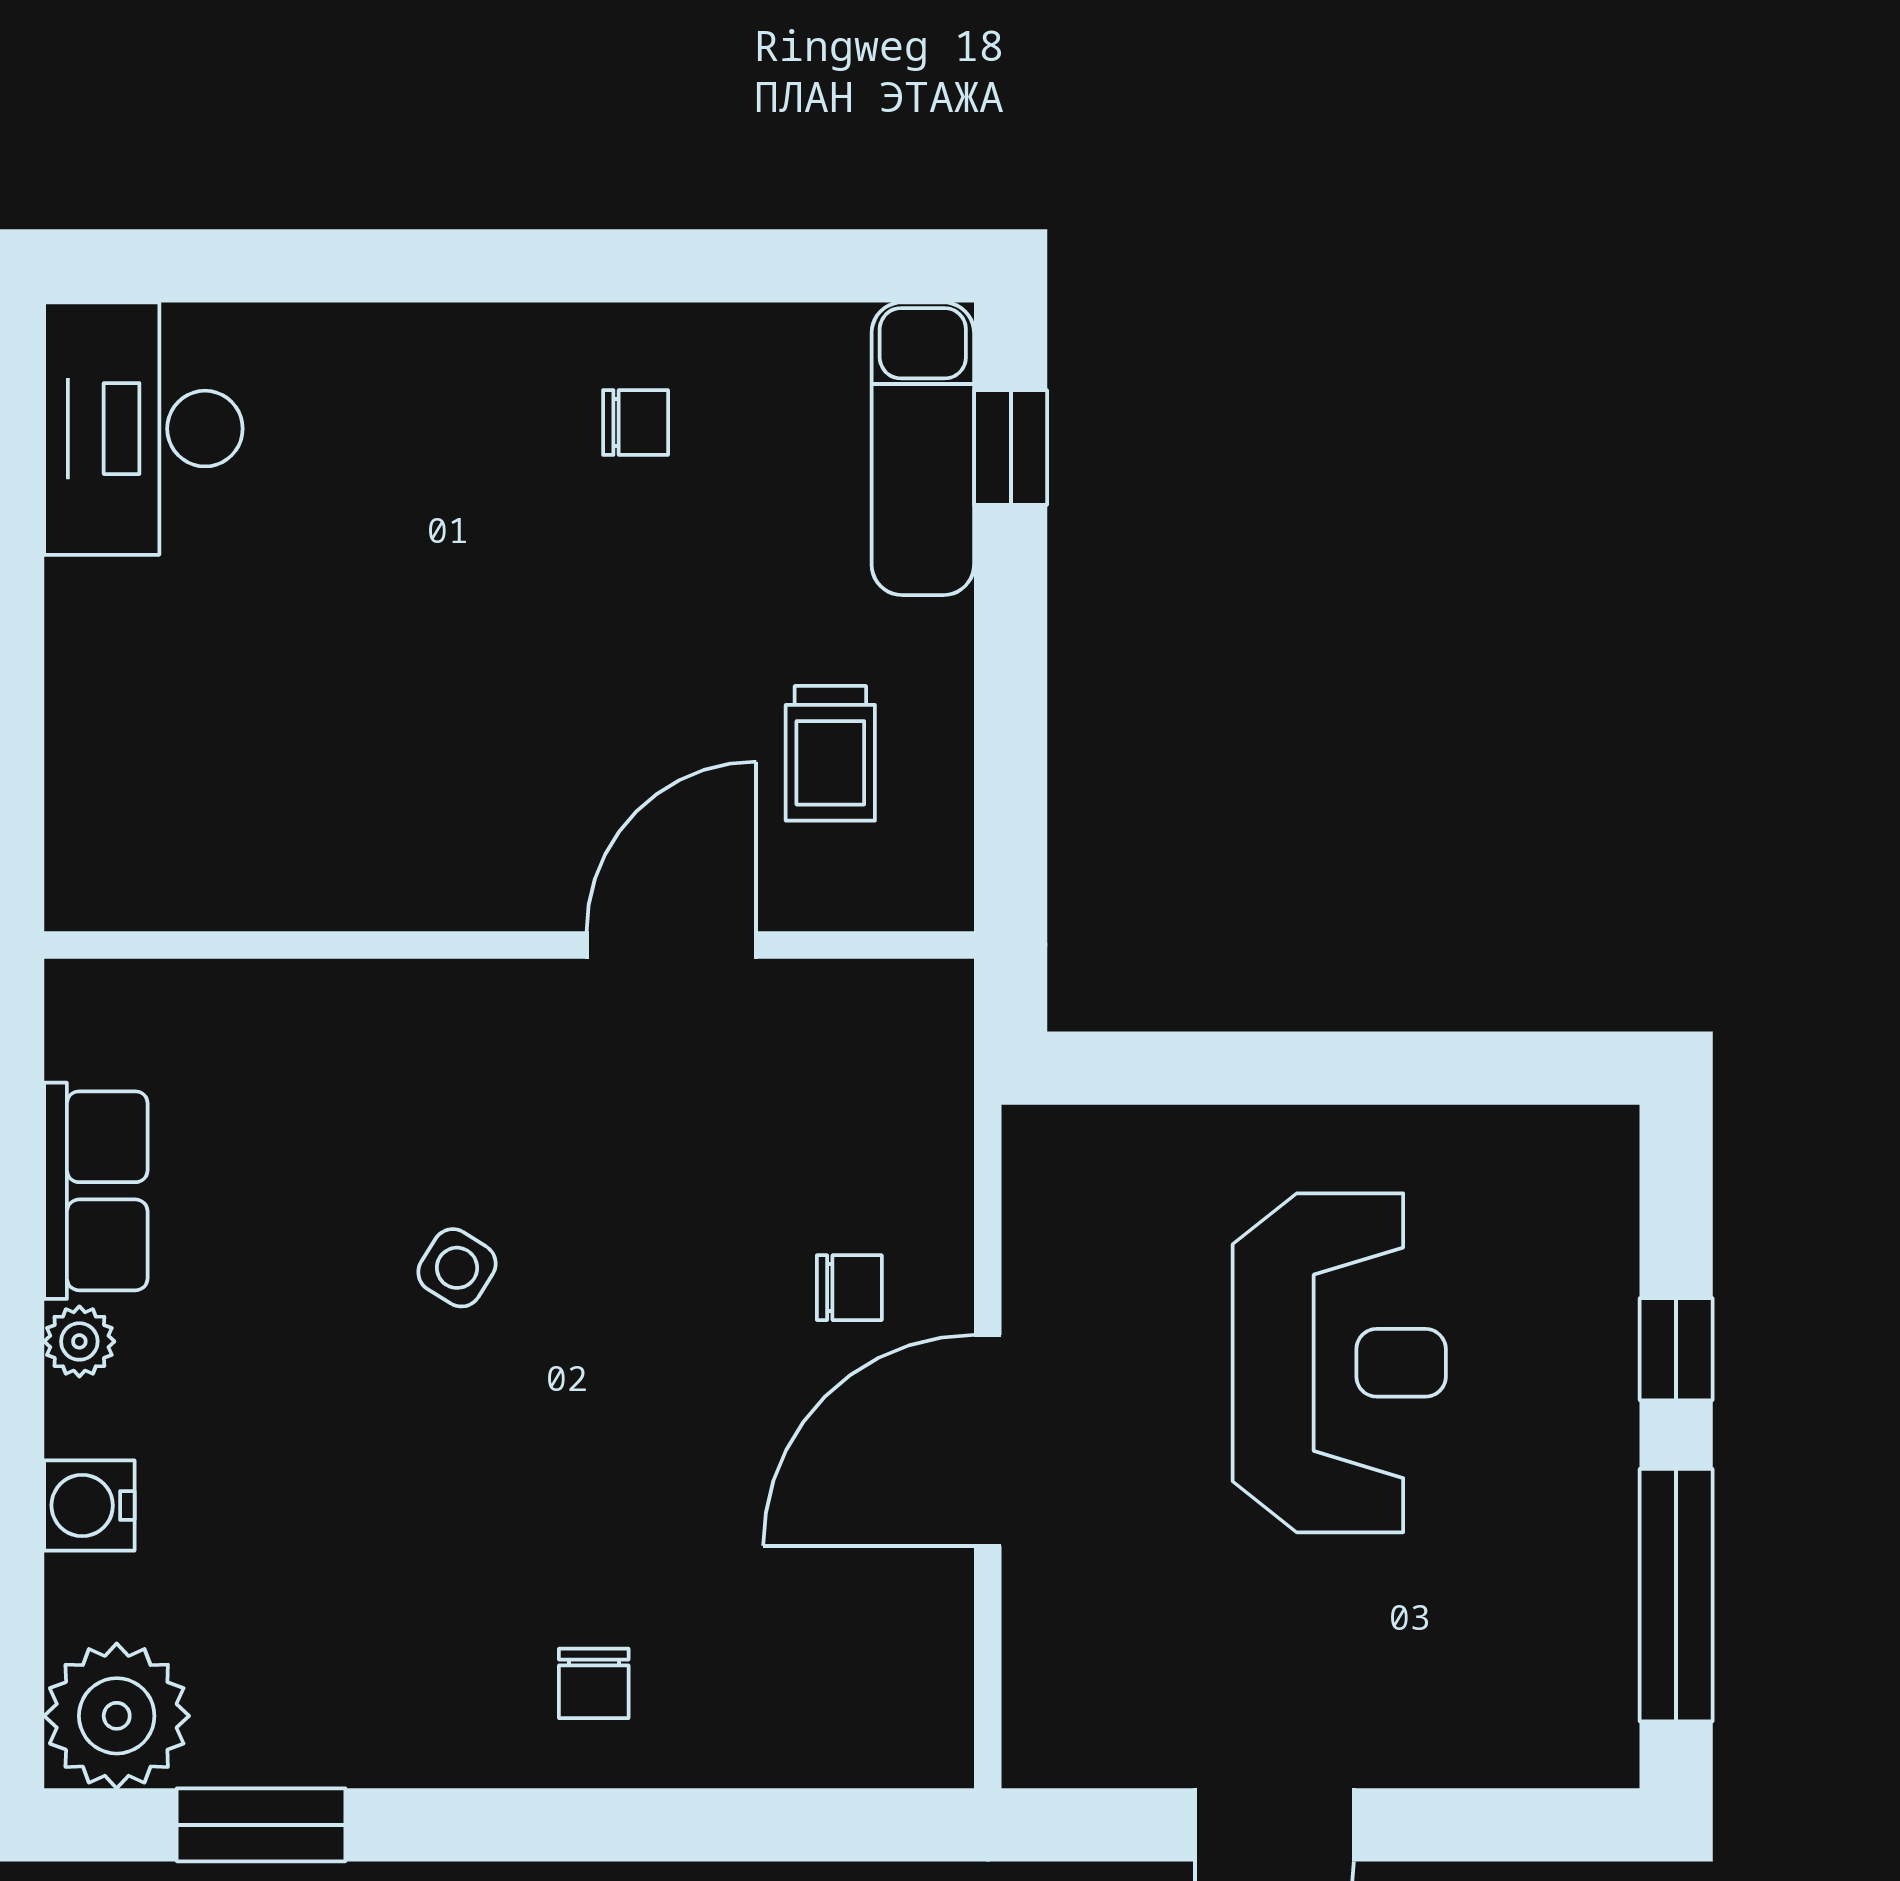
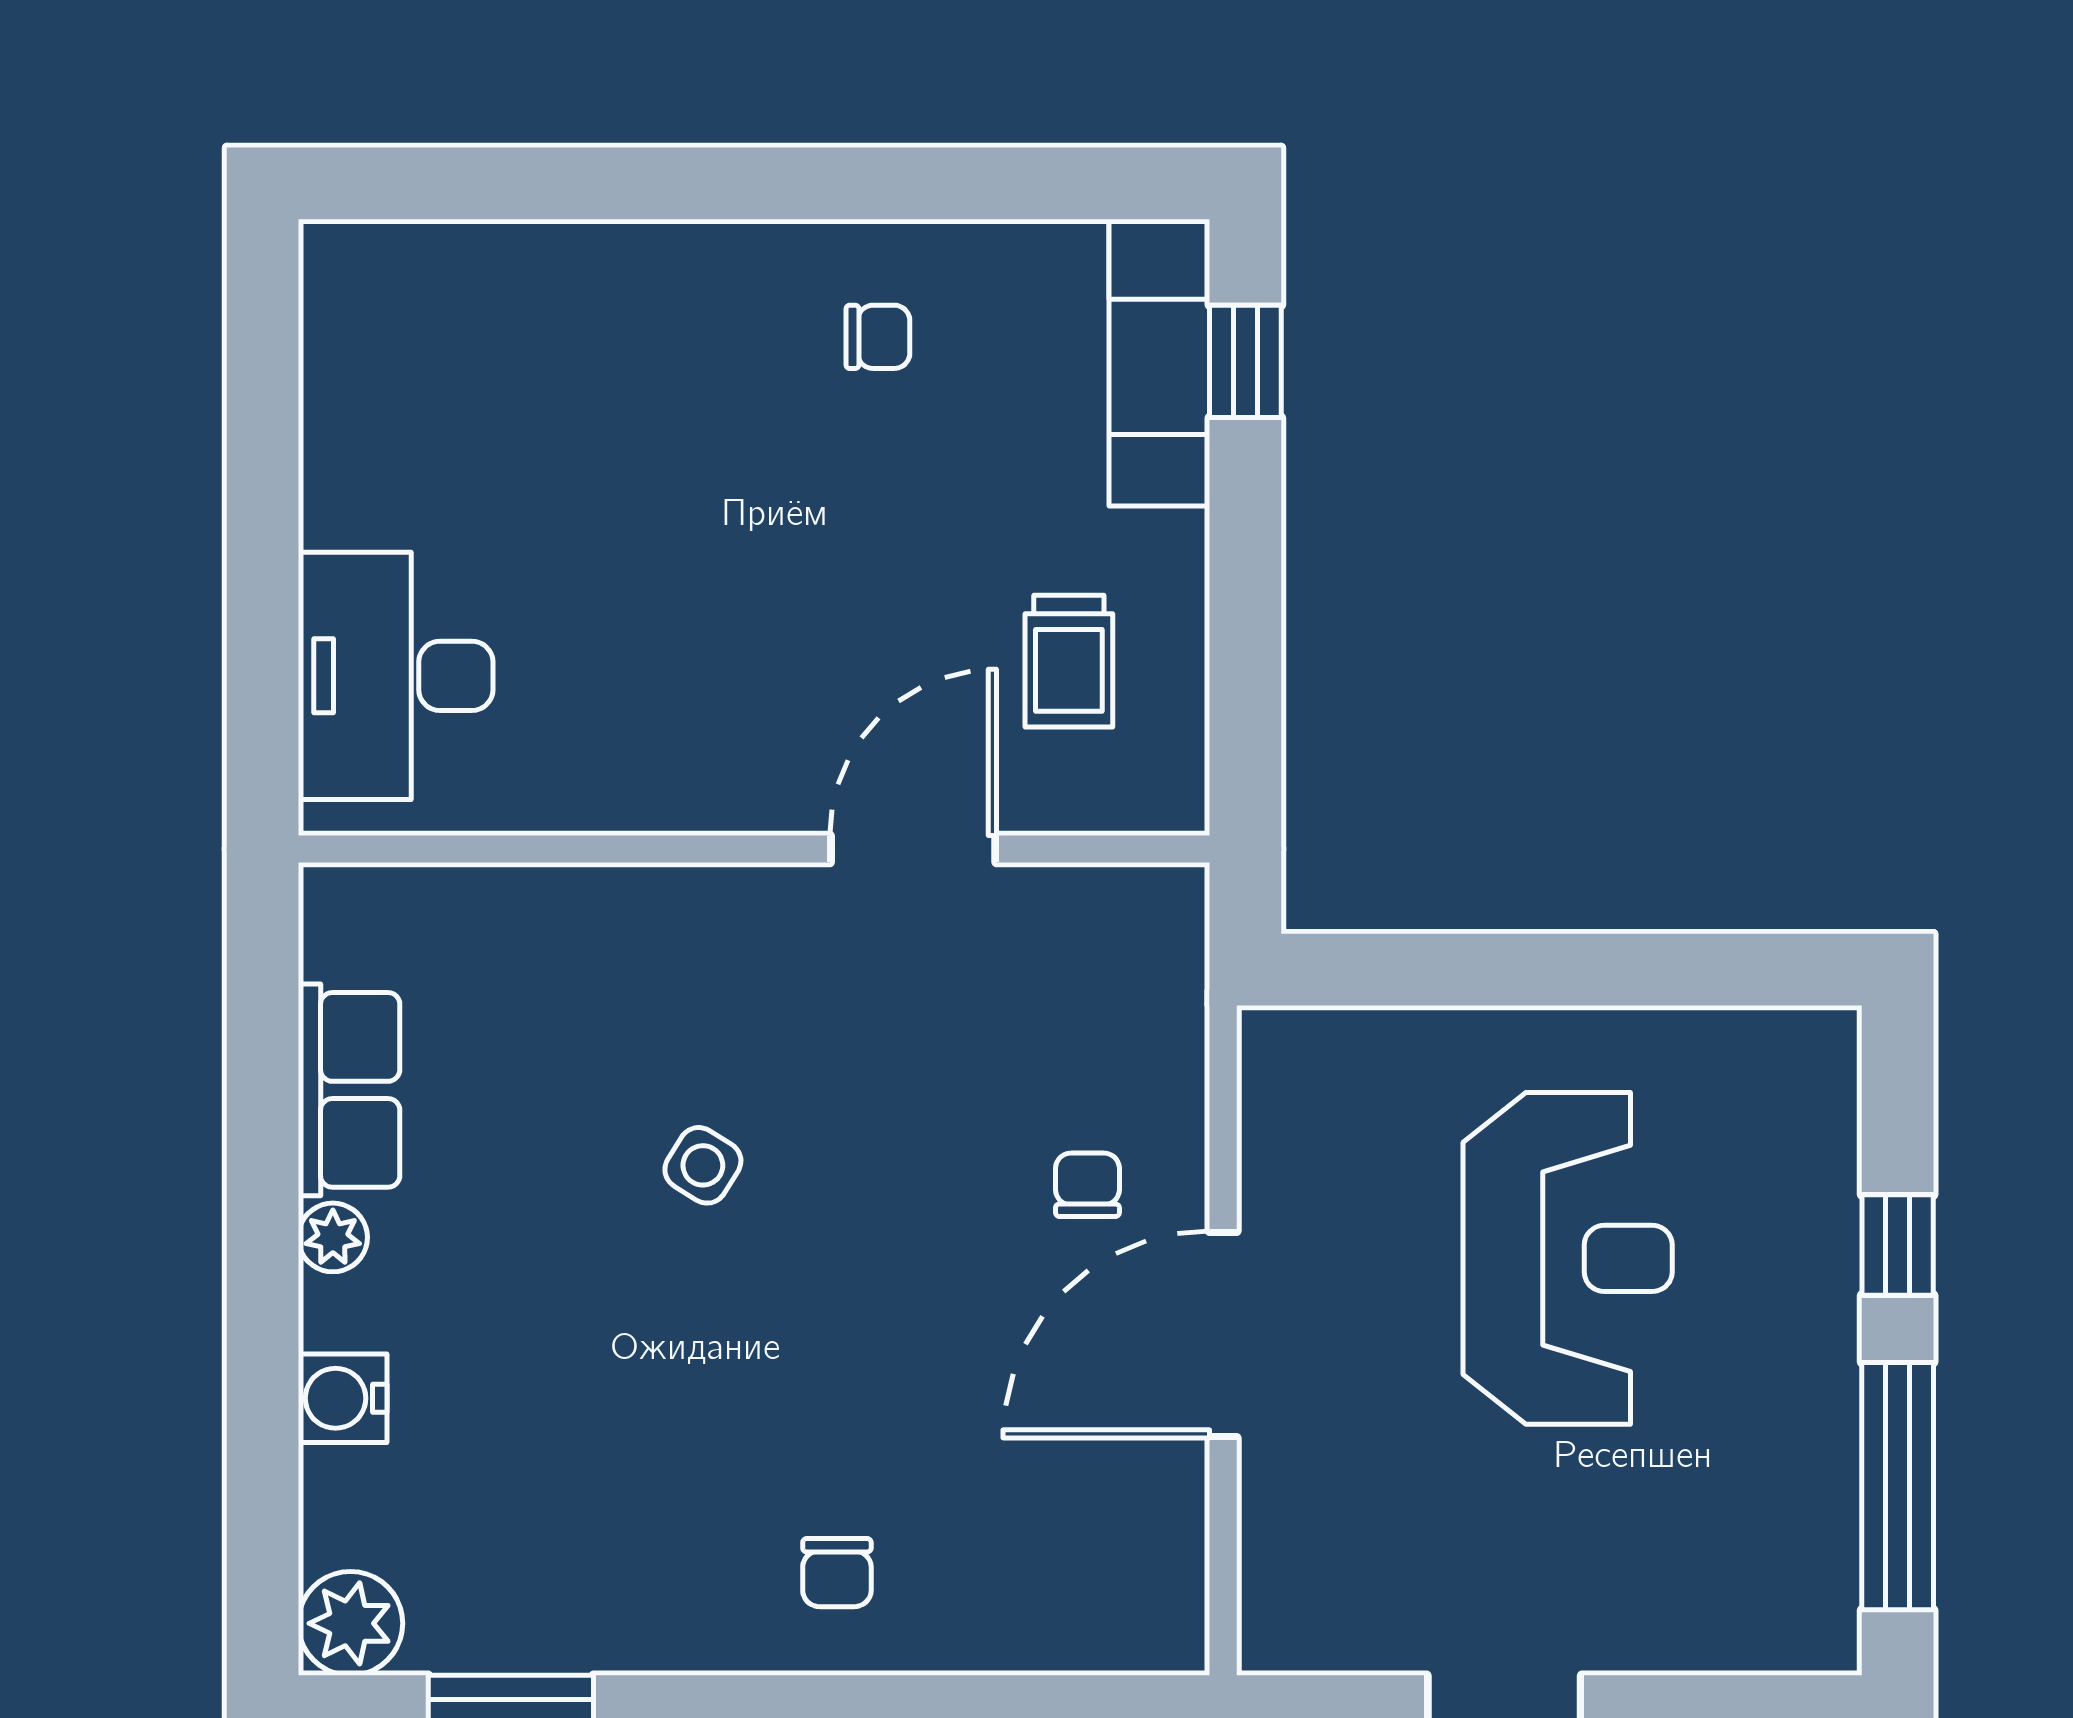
desk: (143, 429) -> (396, 676), moved
chair: (849, 1288) -> (1087, 1185), turned -90
plant: (117, 1716) -> (350, 1623), width x0.73, depth x0.73

